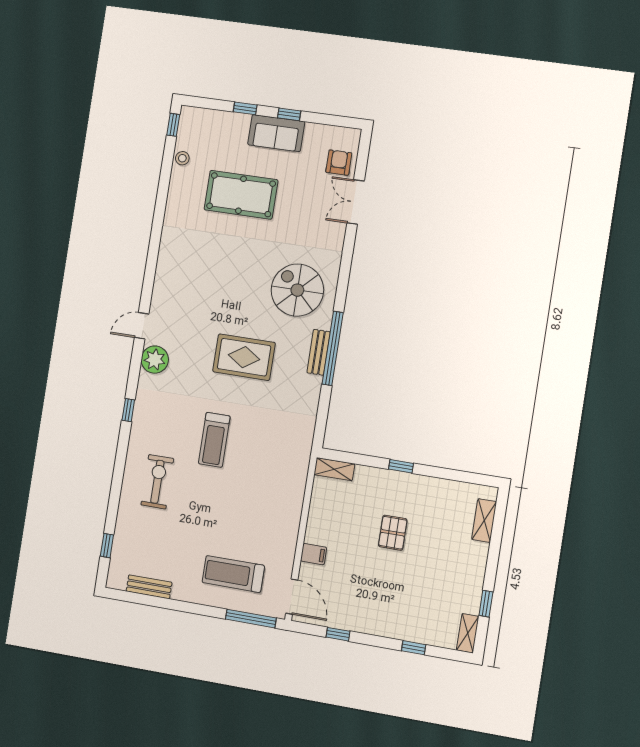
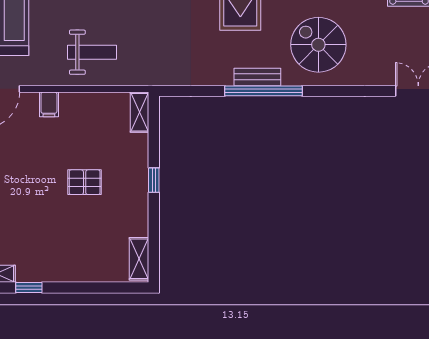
spiral stairs: (297, 290) -> (318, 45), turned -90
weight bench: (271, 505) -> (92, 52), added
shelving: (484, 521) -> (139, 259), moved, turned 90

